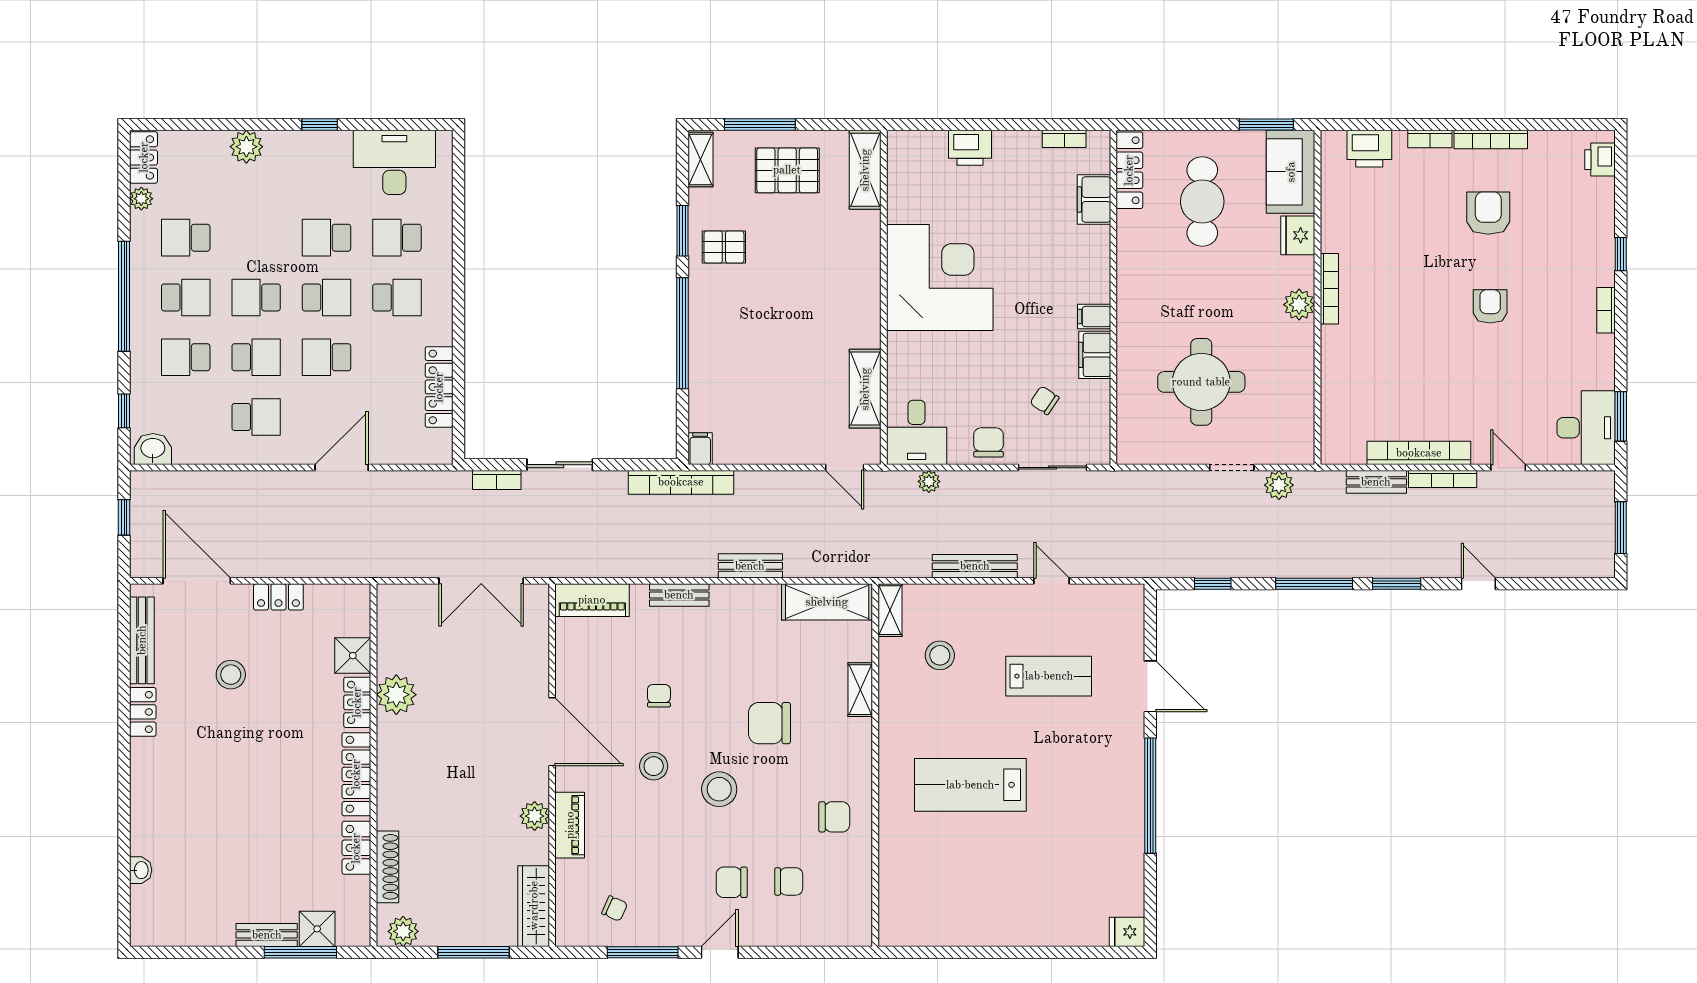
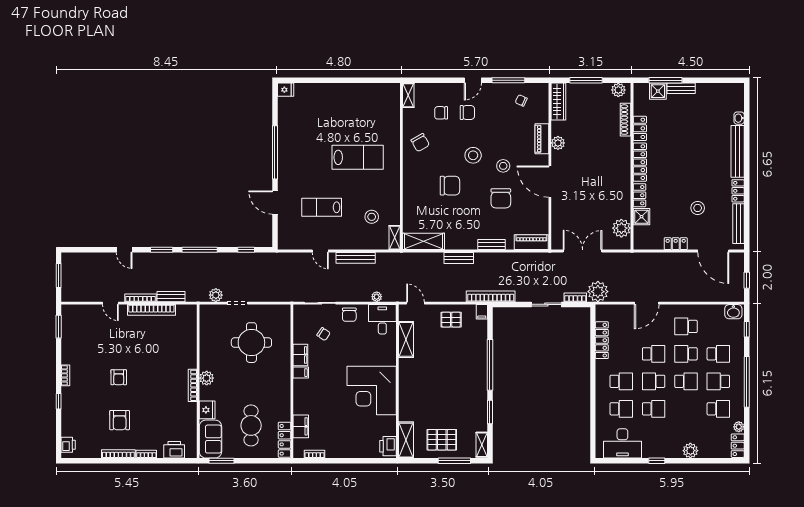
printer: (970, 148) -> (388, 446), moved, turned -90
pallet: (724, 247) -> (451, 320), moved
school desk: (397, 297) -> (621, 381), turned 180
desk: (1586, 428) -> (75, 321), removed
plant: (448, 493) -> (598, 292), added
shelving: (860, 690) -> (408, 95), moved
plant: (396, 695) -> (621, 228), moved
chair: (659, 696) -> (501, 198), width x1.87, depth x1.87
bench: (144, 798) -> (738, 151), added
chair: (834, 817) -> (420, 143), turned -120

